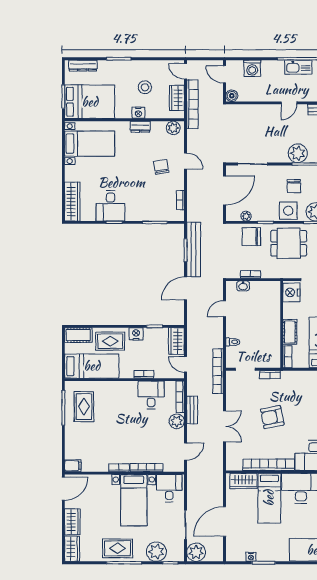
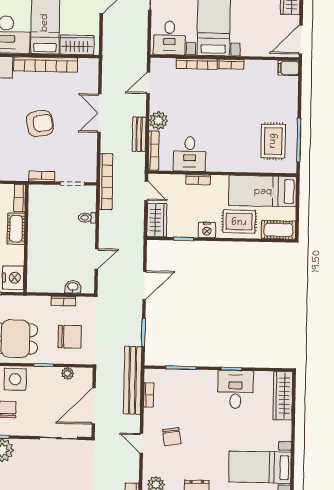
chair: (251, 237) -> (70, 337), moved
bench: (194, 249) -> (133, 380), moved

